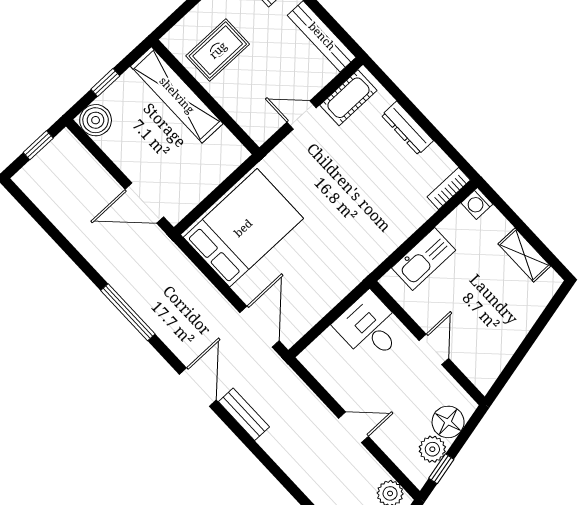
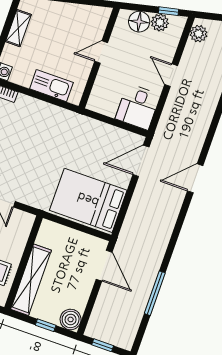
window: (128, 312) -> (155, 293), moved
desk: (370, 327) -> (138, 107), moved
bench: (244, 414) -> (197, 143), removed

